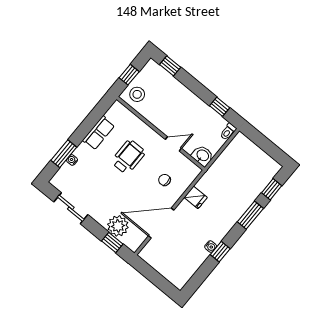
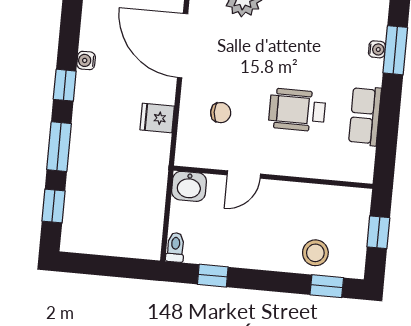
stool: (137, 94) -> (315, 253), moved
wheelchair: (128, 157) -> (297, 110), turned 90
door: (161, 223) -> (183, 46), swing flipped
window: (220, 252) -> (65, 85), moved

